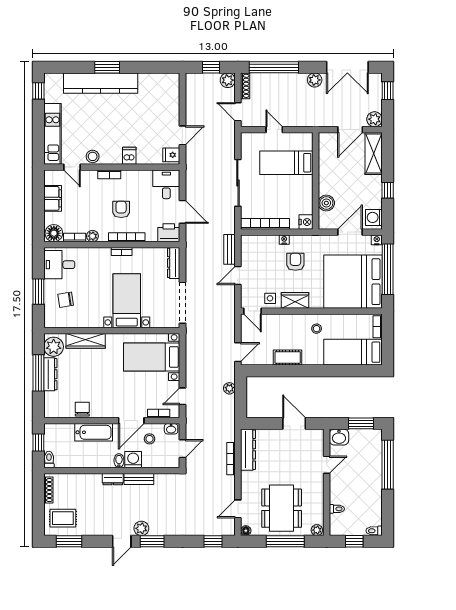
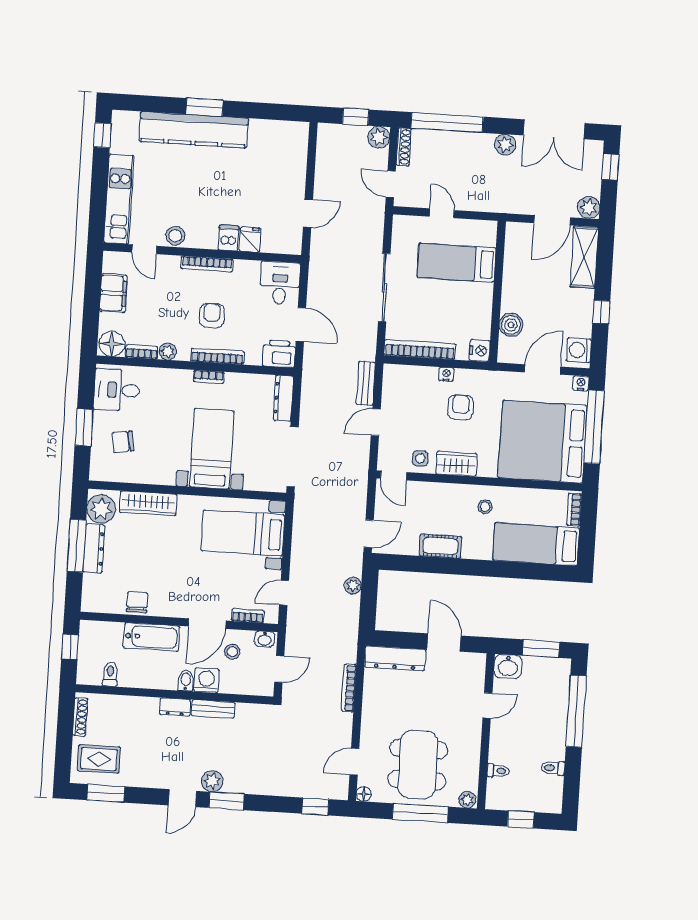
fridge: (171, 155) -> (250, 240), moved, turned 90
bookcase: (109, 174) -> (207, 264), width x1.56
dresser: (248, 450) -> (395, 658), moved, turned 90
toilet: (49, 459) -> (110, 674), moved
toilet: (374, 531) -> (553, 768), moved

